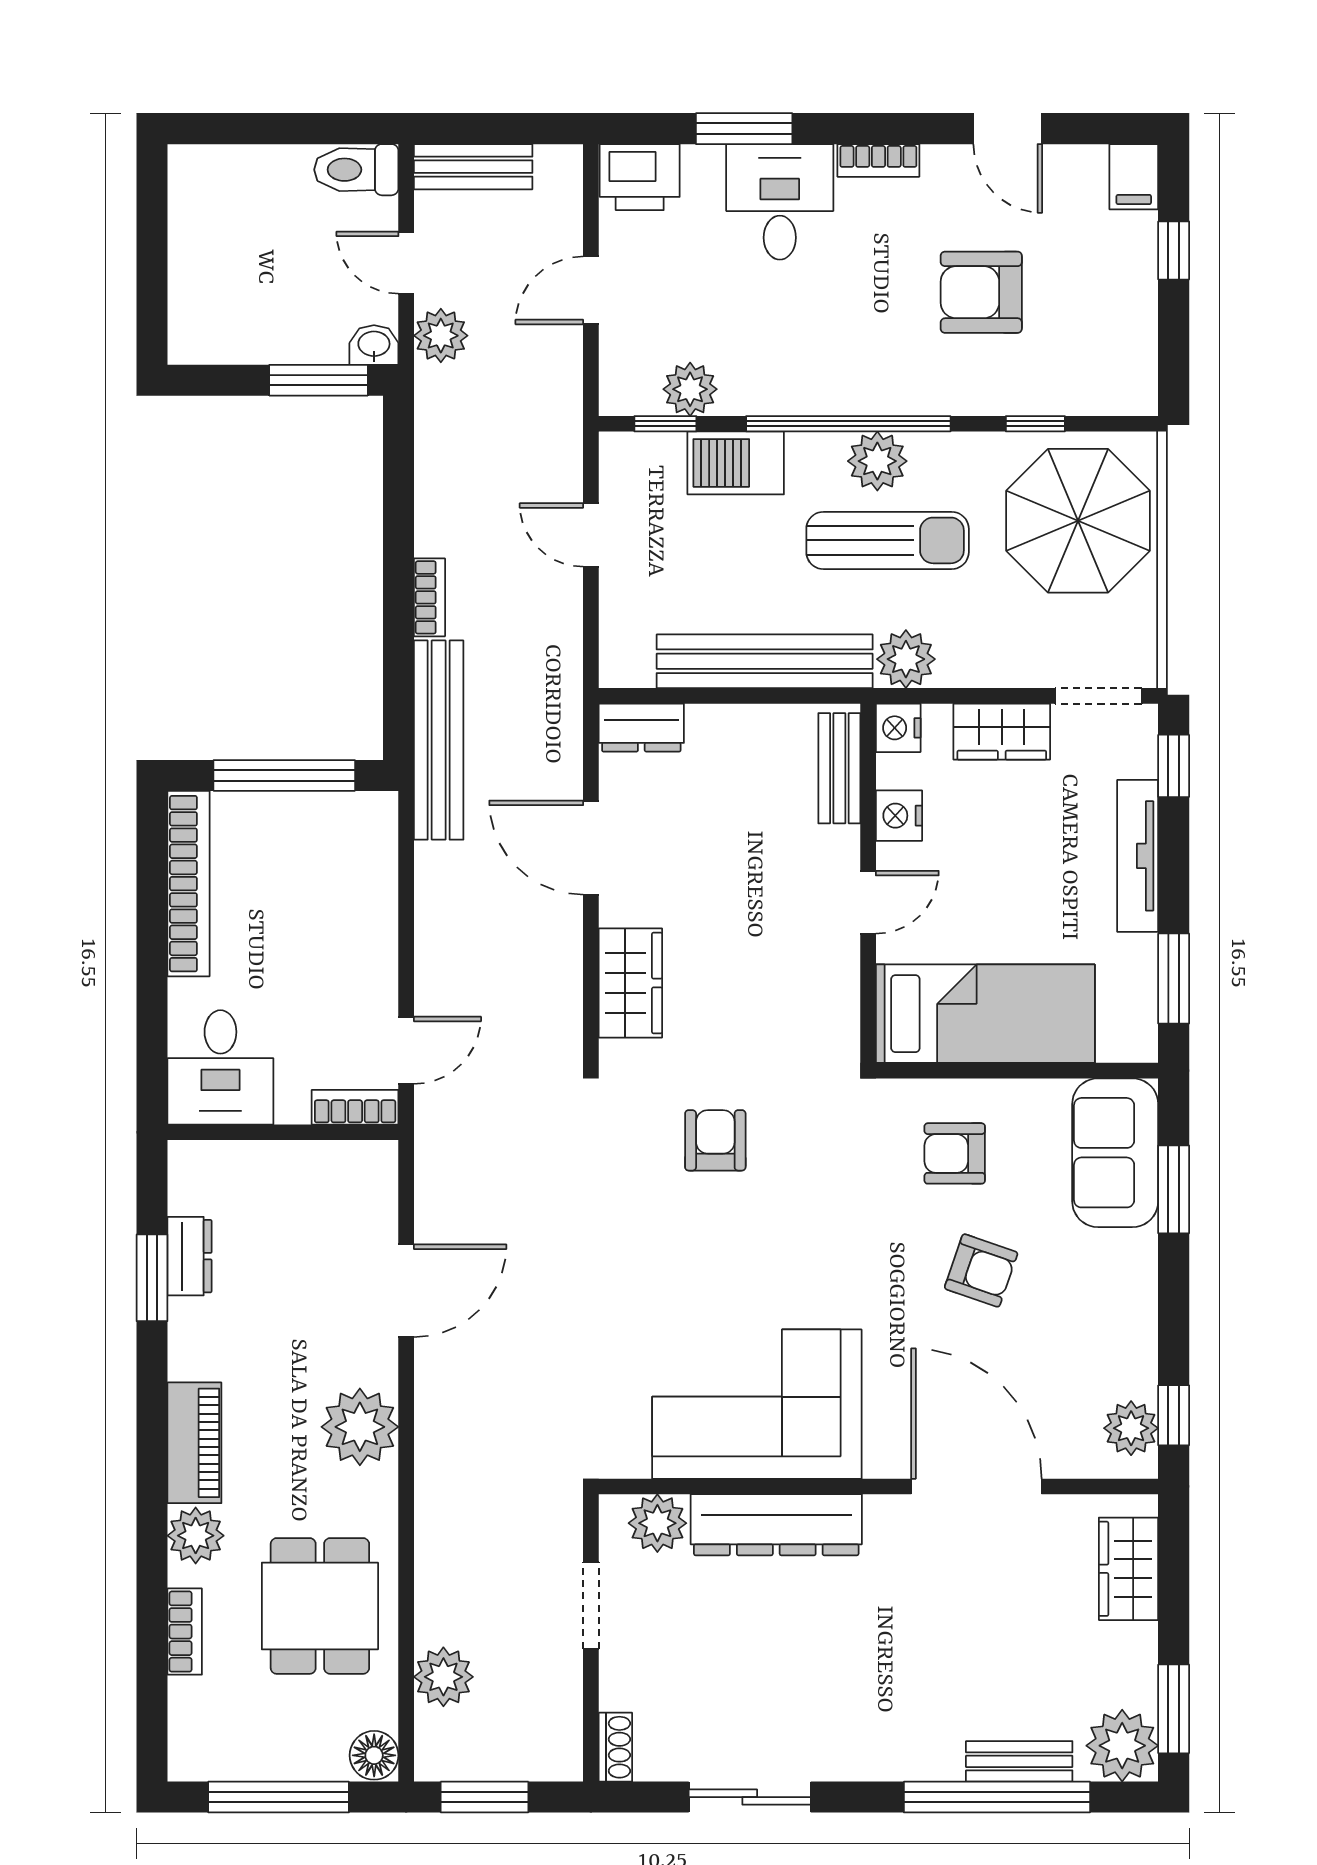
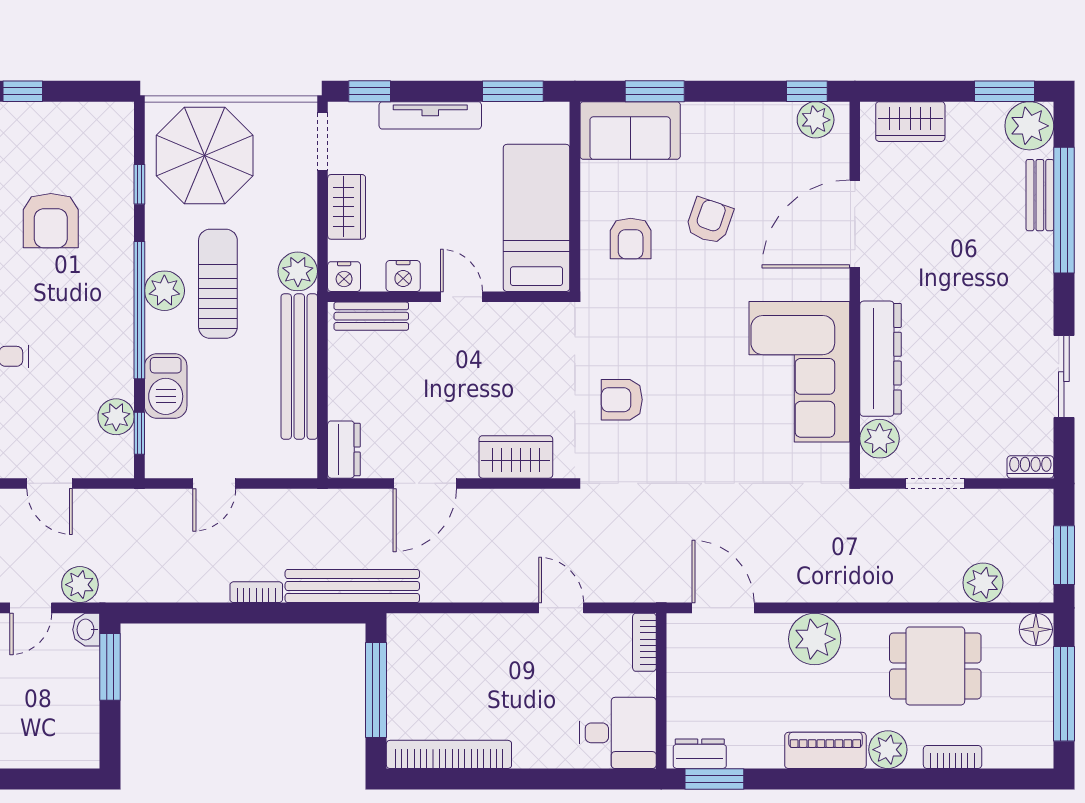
desk: (220, 1067) -> (618, 733), moved
bookcase: (355, 1107) -> (644, 642), moved
wall: (283, 1132) -> (661, 691), moved

